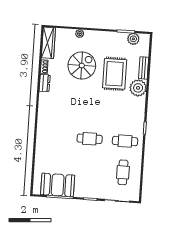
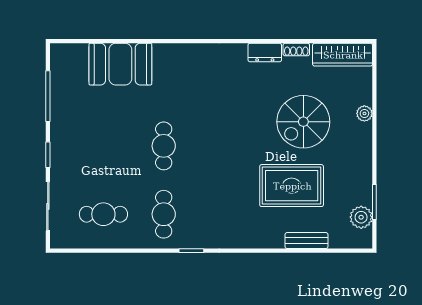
spiral stairs: (82, 65) -> (303, 122), turned 90
plant: (138, 88) -> (267, 233), removed
booth: (58, 185) -> (120, 64), moved, turned 90

